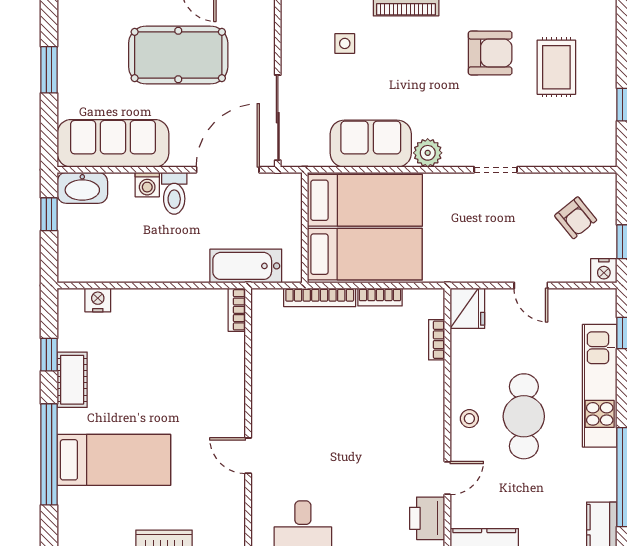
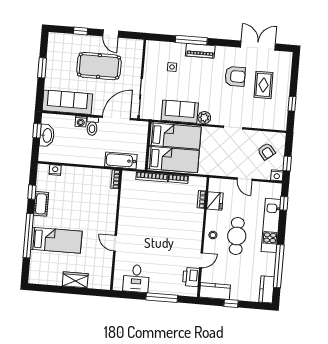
washbasin: (82, 188) -> (47, 135), moved, turned -90
fridge: (467, 308) -> (215, 201), moved

